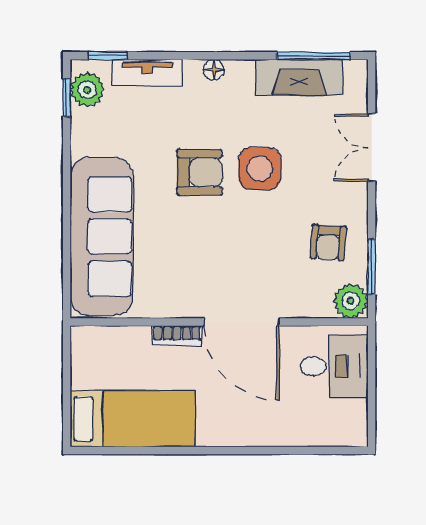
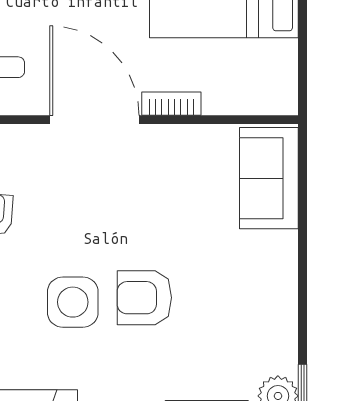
sofa: (102, 236) -> (269, 178), width x0.54, depth x0.79

